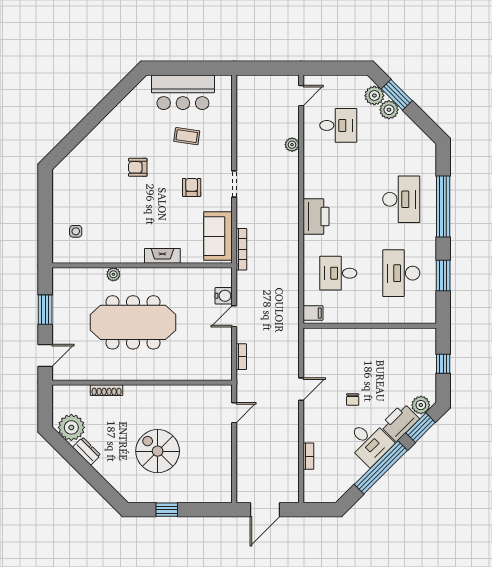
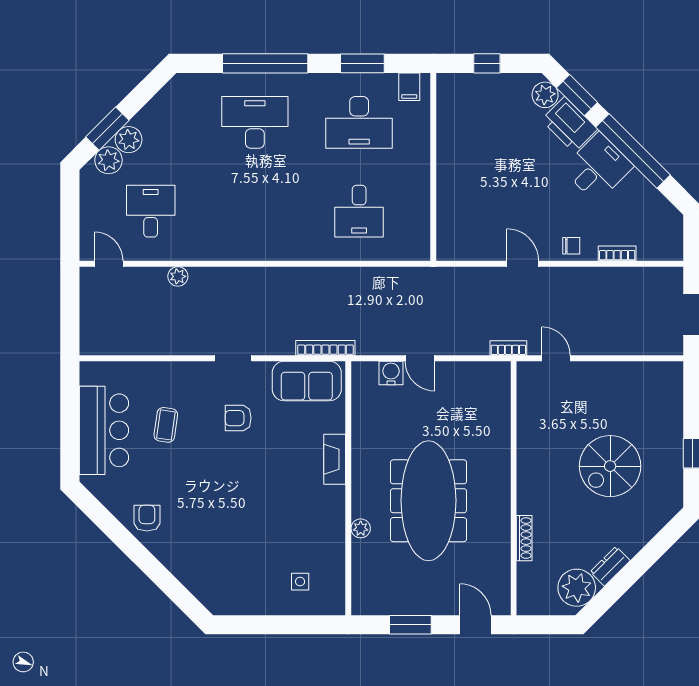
armchair: (138, 167) -> (147, 518), moved, turned 180
printer: (316, 217) -> (279, 243), removed
filing cabinet: (313, 313) -> (409, 87), moved, turned 180
bookcase: (241, 357) -> (508, 348), moved
chair: (353, 399) -> (571, 246), moved

